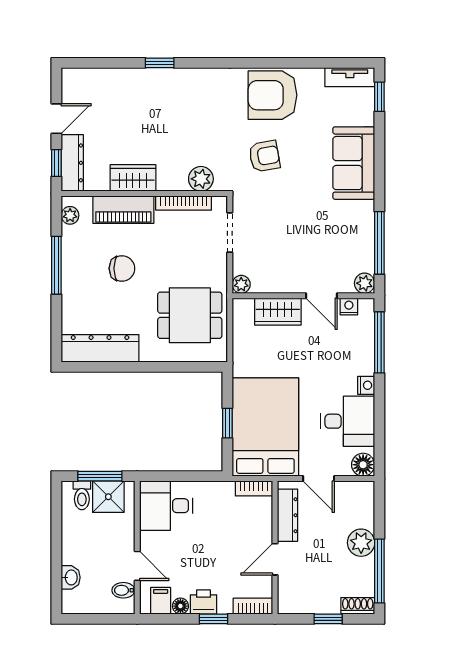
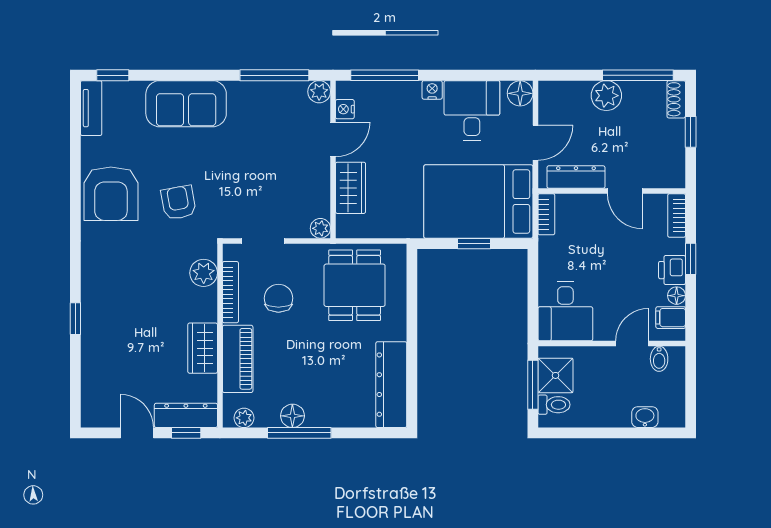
floor lamp: (72, 259) -> (292, 416), added
chair: (122, 268) -> (278, 298), moved

